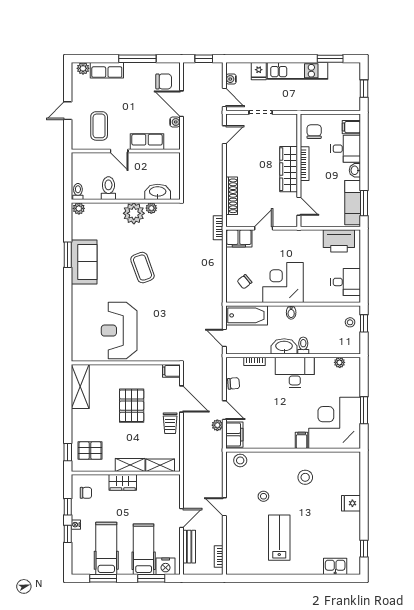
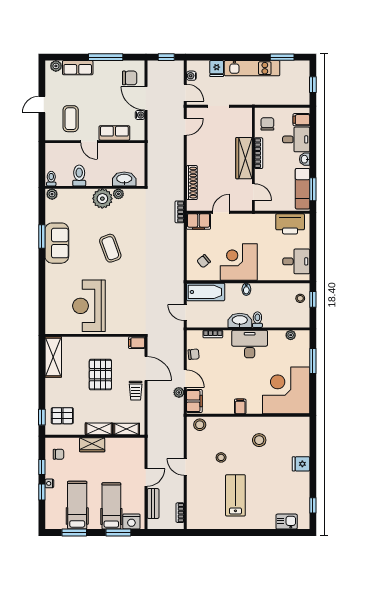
window: (364, 410) -> (313, 361), moved
filing cabinet: (302, 440) -> (240, 406), moved

